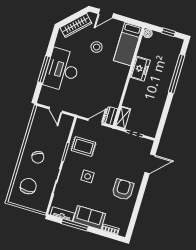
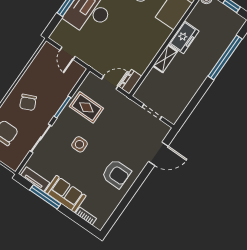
shelving: (123, 118) -> (165, 59), moved
armchair: (123, 190) -> (116, 174), turned 90

